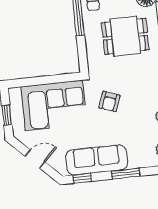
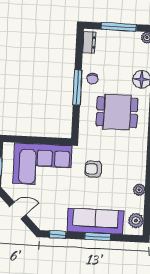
armchair: (109, 101) -> (93, 169), turned 70
sofa: (97, 160) -> (95, 221), moved

